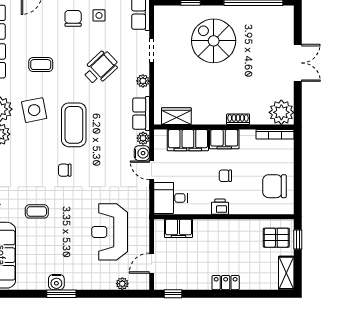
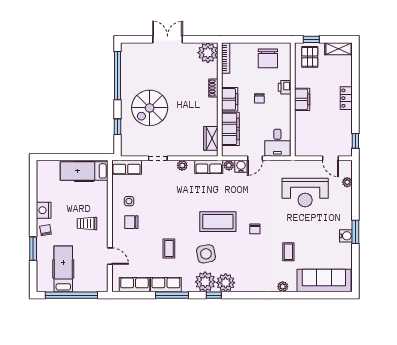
wheelchair: (100, 68) -> (172, 200), removed
printer: (220, 207) -> (285, 87), moved
filing cabinet: (178, 228) -> (302, 99), moved

